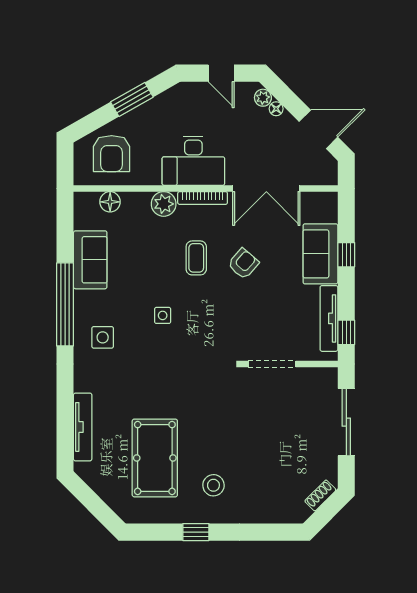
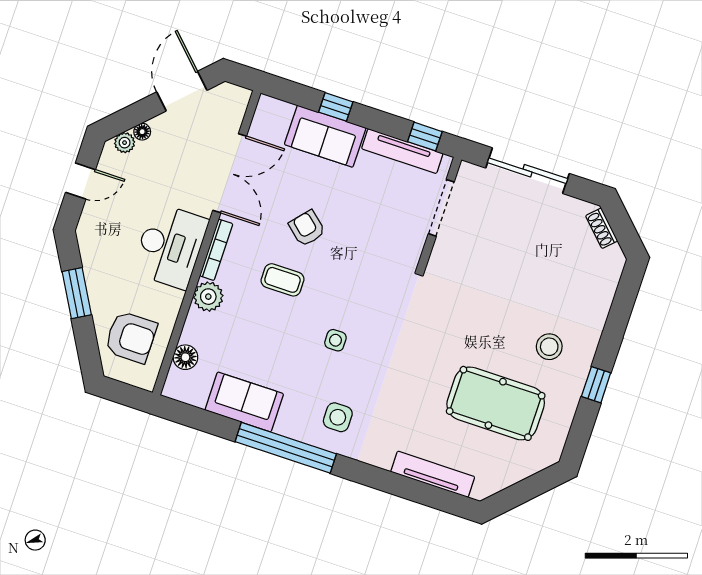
doorway: (272, 364) -> (441, 208), moved

